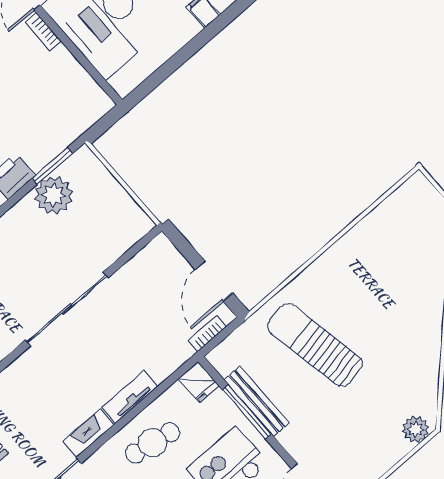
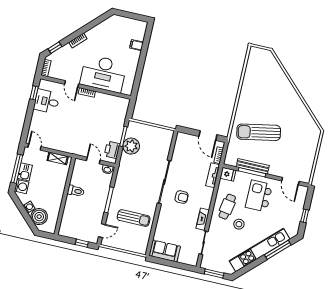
armchair: (79, 362) -> (182, 197), added
tv unit: (130, 397) -> (213, 175), moved
plant: (416, 429) -> (314, 136), removed

